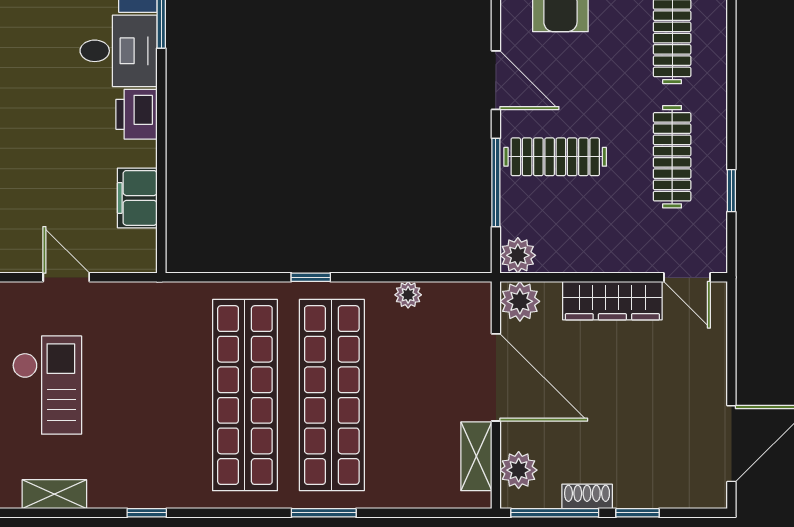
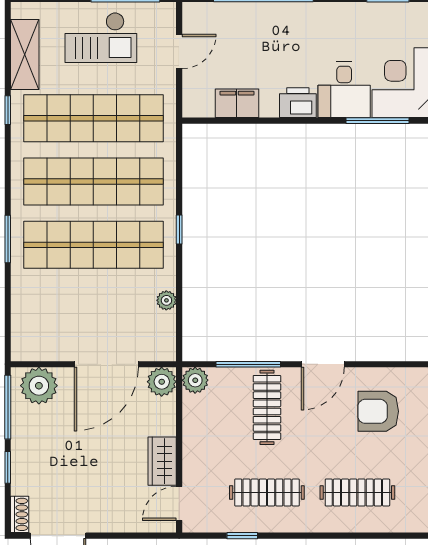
wardrobe: (612, 301) -> (162, 461), width x0.67
shop shelf: (158, 395) -> (93, 118), added
shelving: (476, 456) -> (49, 350), removed
plant: (519, 470) -> (39, 386), width x1.36, depth x1.36
shelving: (54, 494) -> (25, 55), width x1.50, depth x1.33
shoe rack: (587, 496) -> (20, 514), moved

